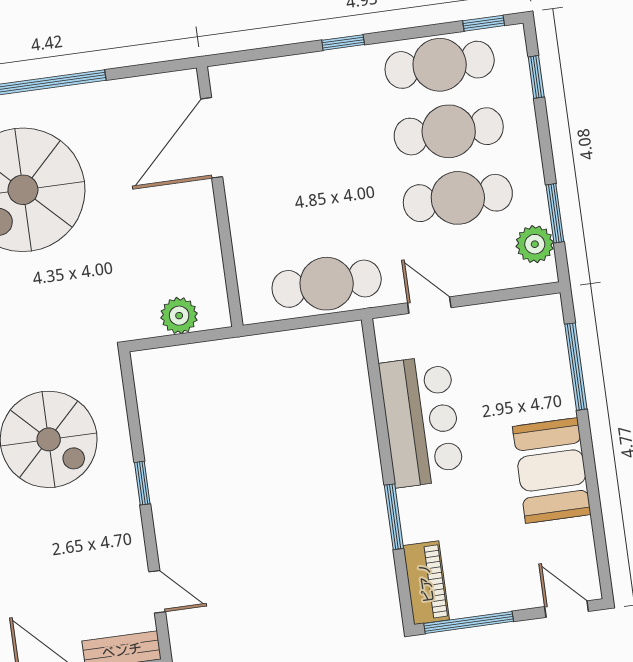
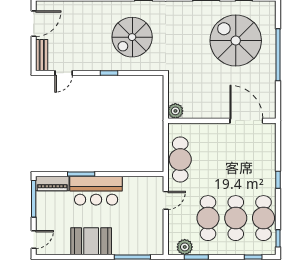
plant: (179, 316) -> (175, 111), moved
bar counter: (421, 421) -> (96, 191), moved

